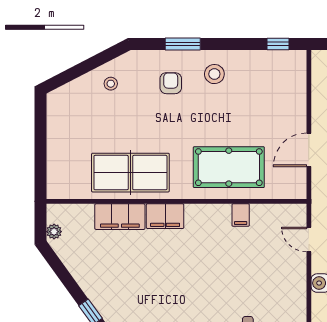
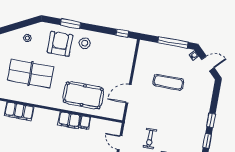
armchair: (171, 83) -> (60, 44), width x1.88, depth x1.88
table tennis table: (130, 173) -> (30, 74), moved
filing cabinet: (165, 216) -> (69, 120), moved

